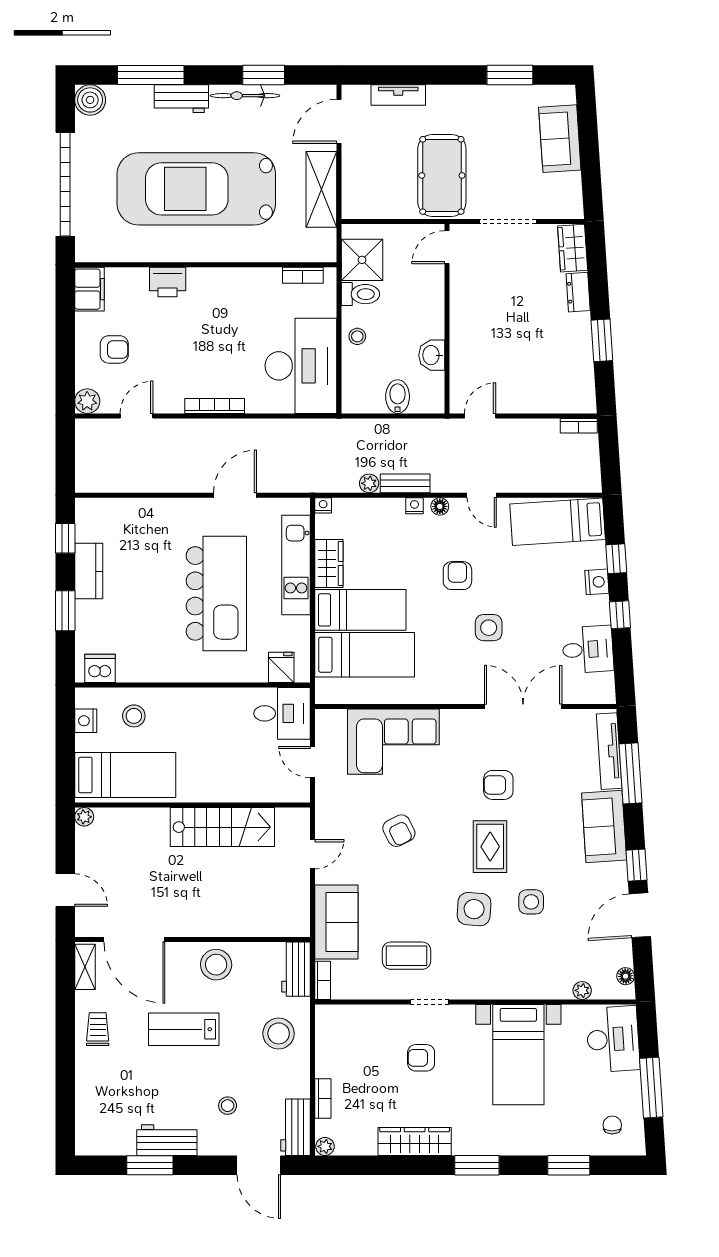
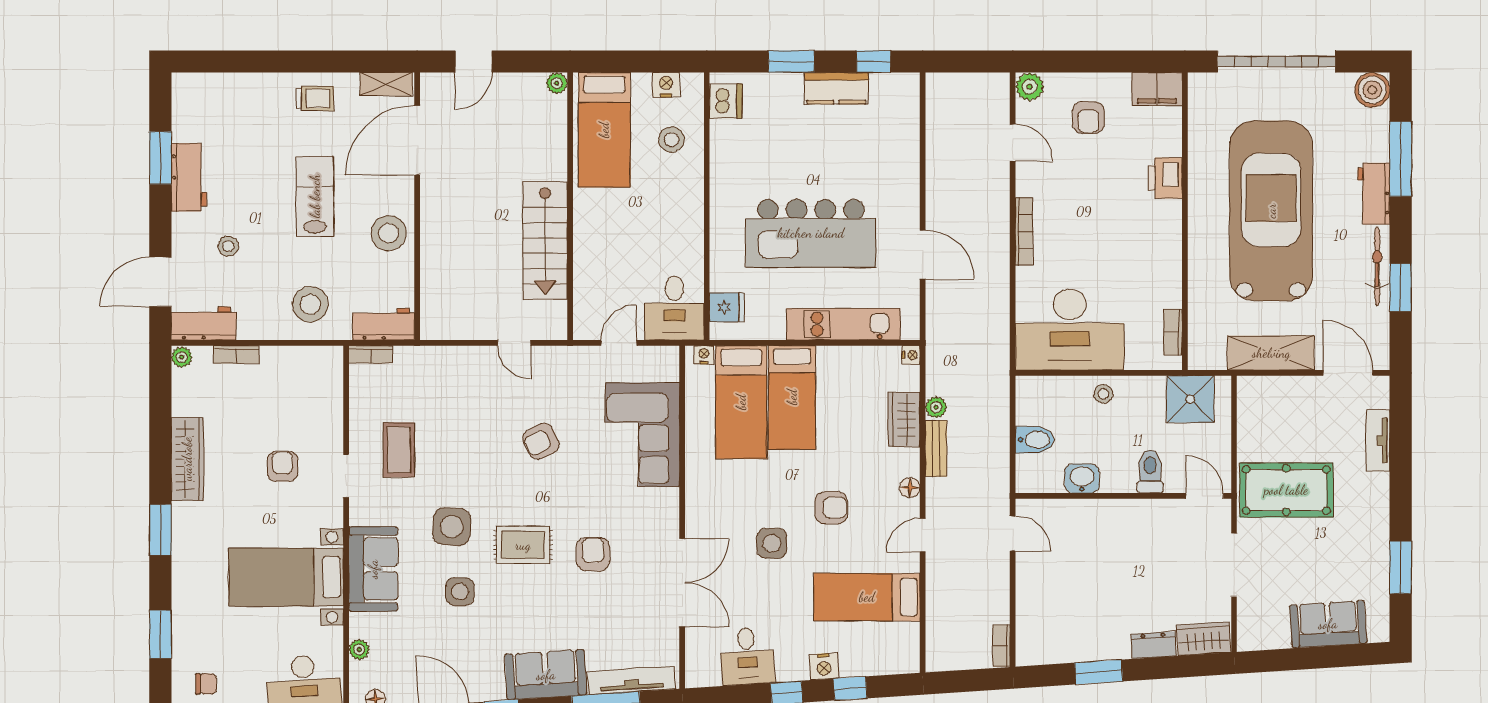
toilet: (360, 294) -> (1150, 471), moved, turned 180
nightstand: (414, 506) -> (704, 355), moved, turned -90
bed: (558, 522) -> (867, 597), moved, turned -86
wardrobe: (329, 563) -> (904, 420), moved, turned 90
sofa: (336, 922) -> (373, 569), moved, turned -90

